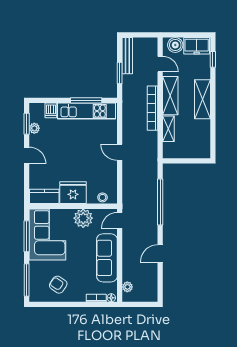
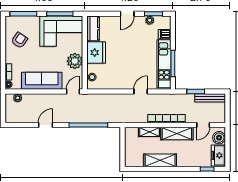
shelving: (203, 99) -> (160, 160), moved
door: (120, 152) -> (141, 91), moved
door: (120, 220) -> (73, 91), hinge flipped
door: (160, 253) -> (45, 125), hinge flipped

